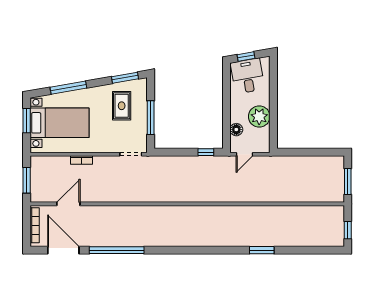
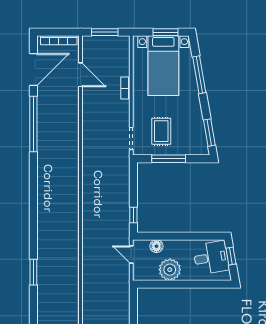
rug: (122, 106) -> (161, 131), moved, turned 90

